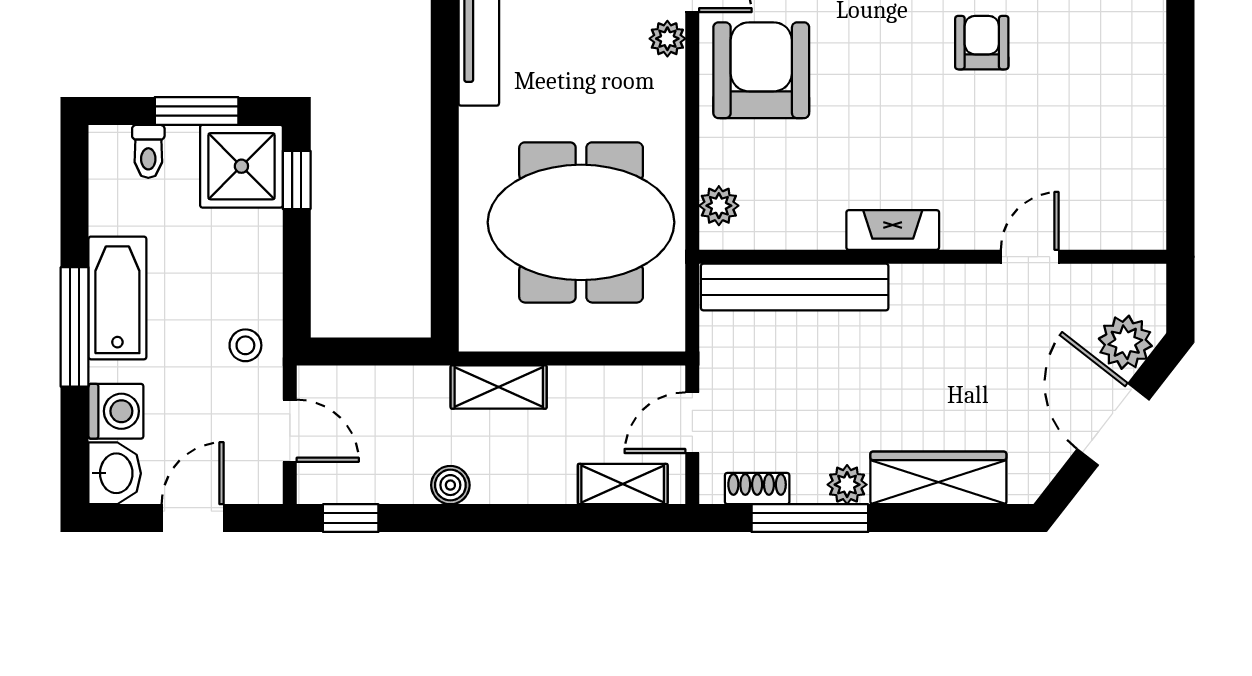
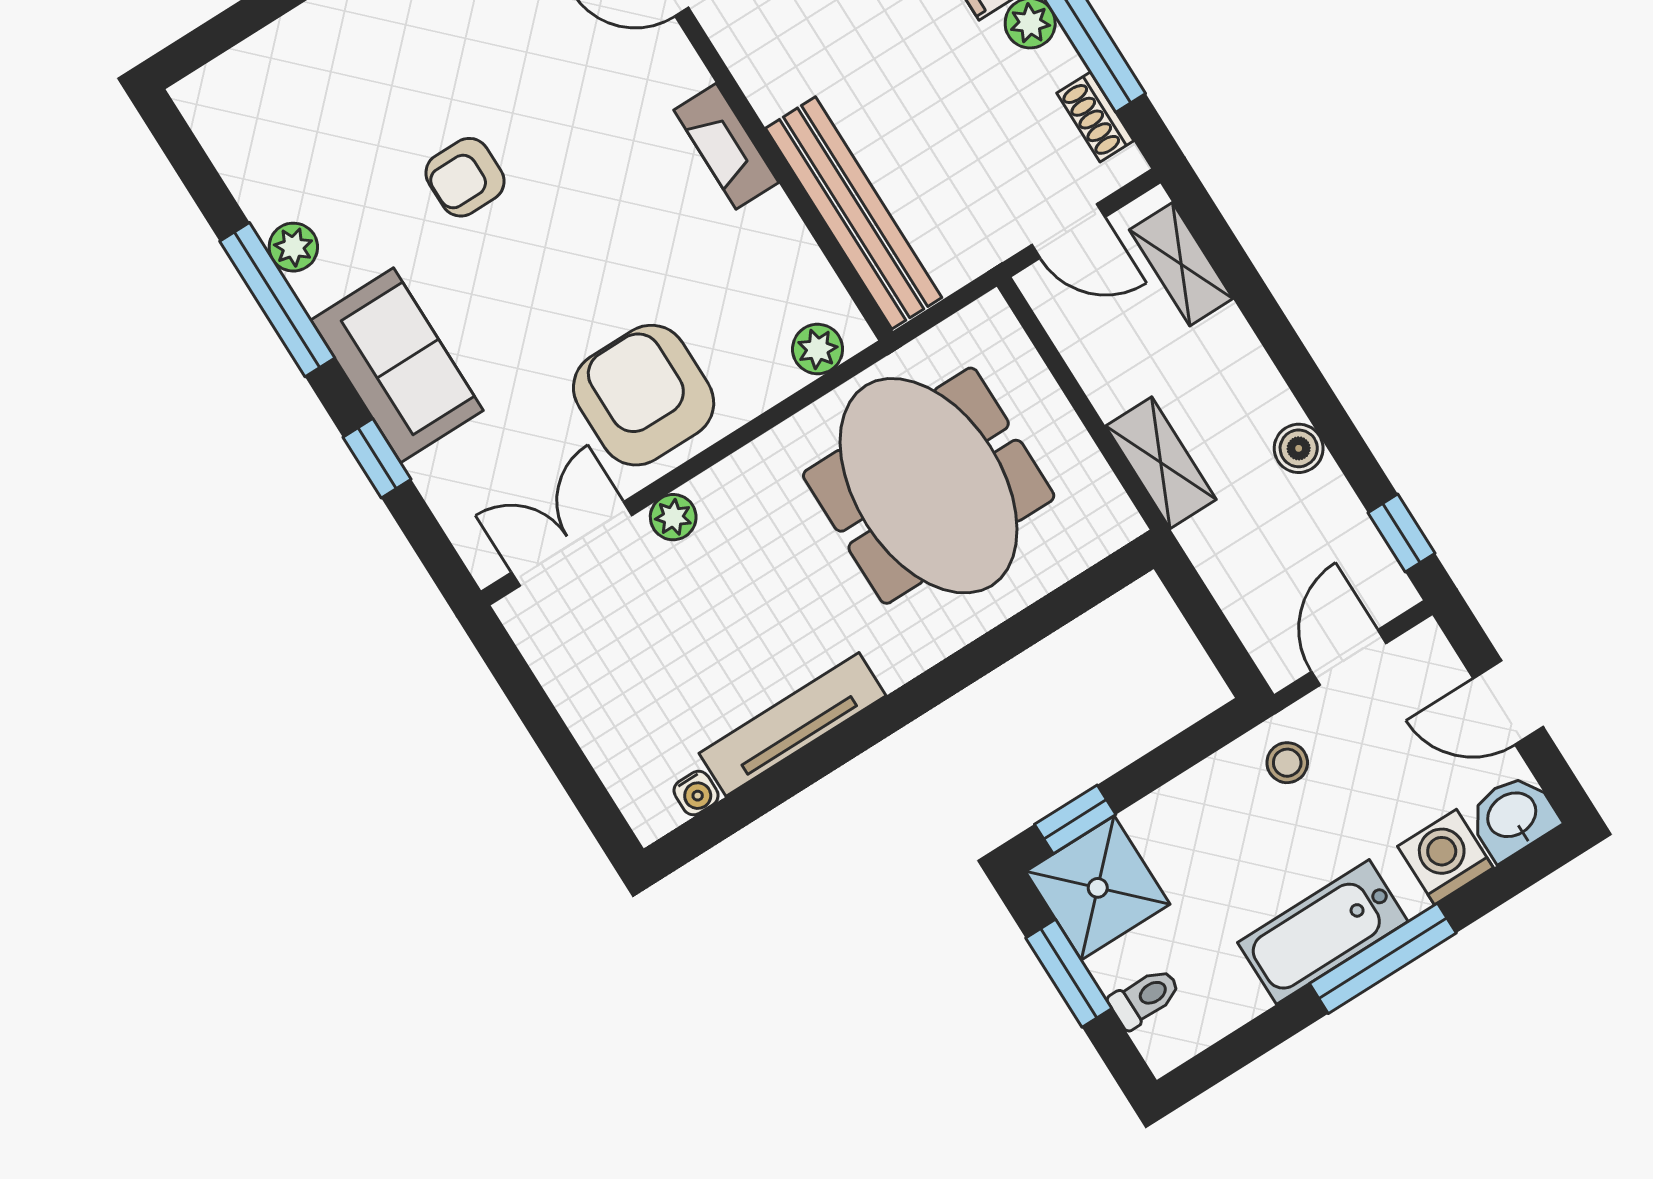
armchair: (761, 70) -> (644, 395), turned 90

